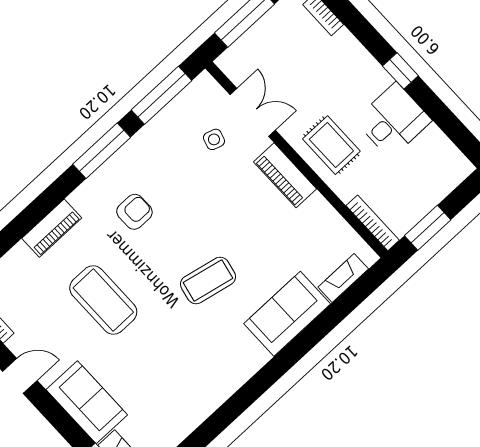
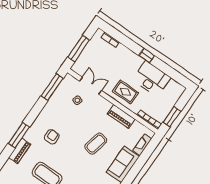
desk: (393, 120) -> (152, 79), width x1.37
window: (102, 151) -> (19, 135), moved
piano: (285, 175) -> (121, 117), moved
coffee table: (208, 280) -> (96, 144), moved

